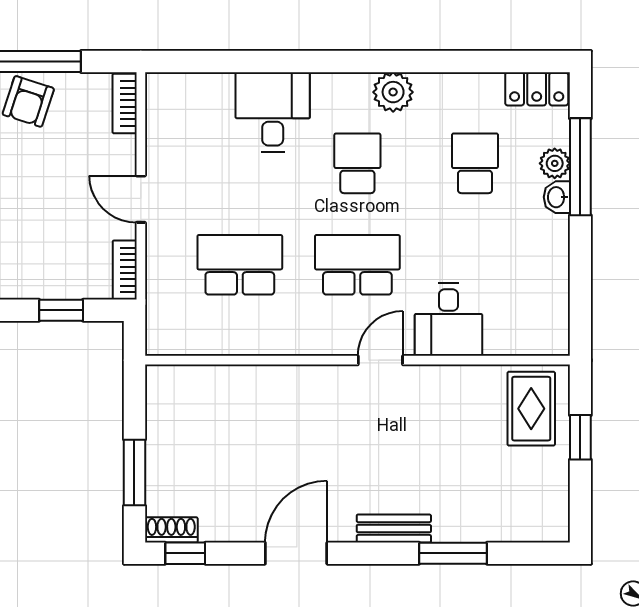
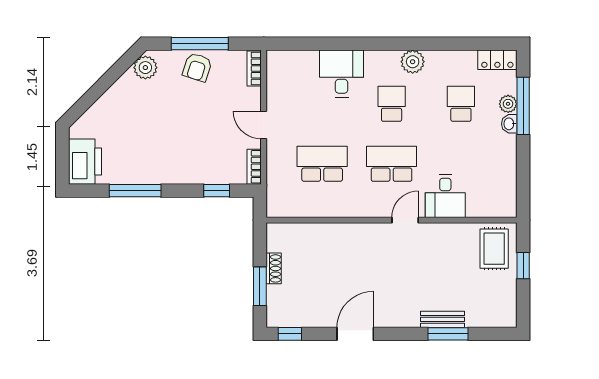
bench: (394, 529) -> (442, 319), moved
shoe rack: (171, 530) -> (274, 268), moved, turned 90

